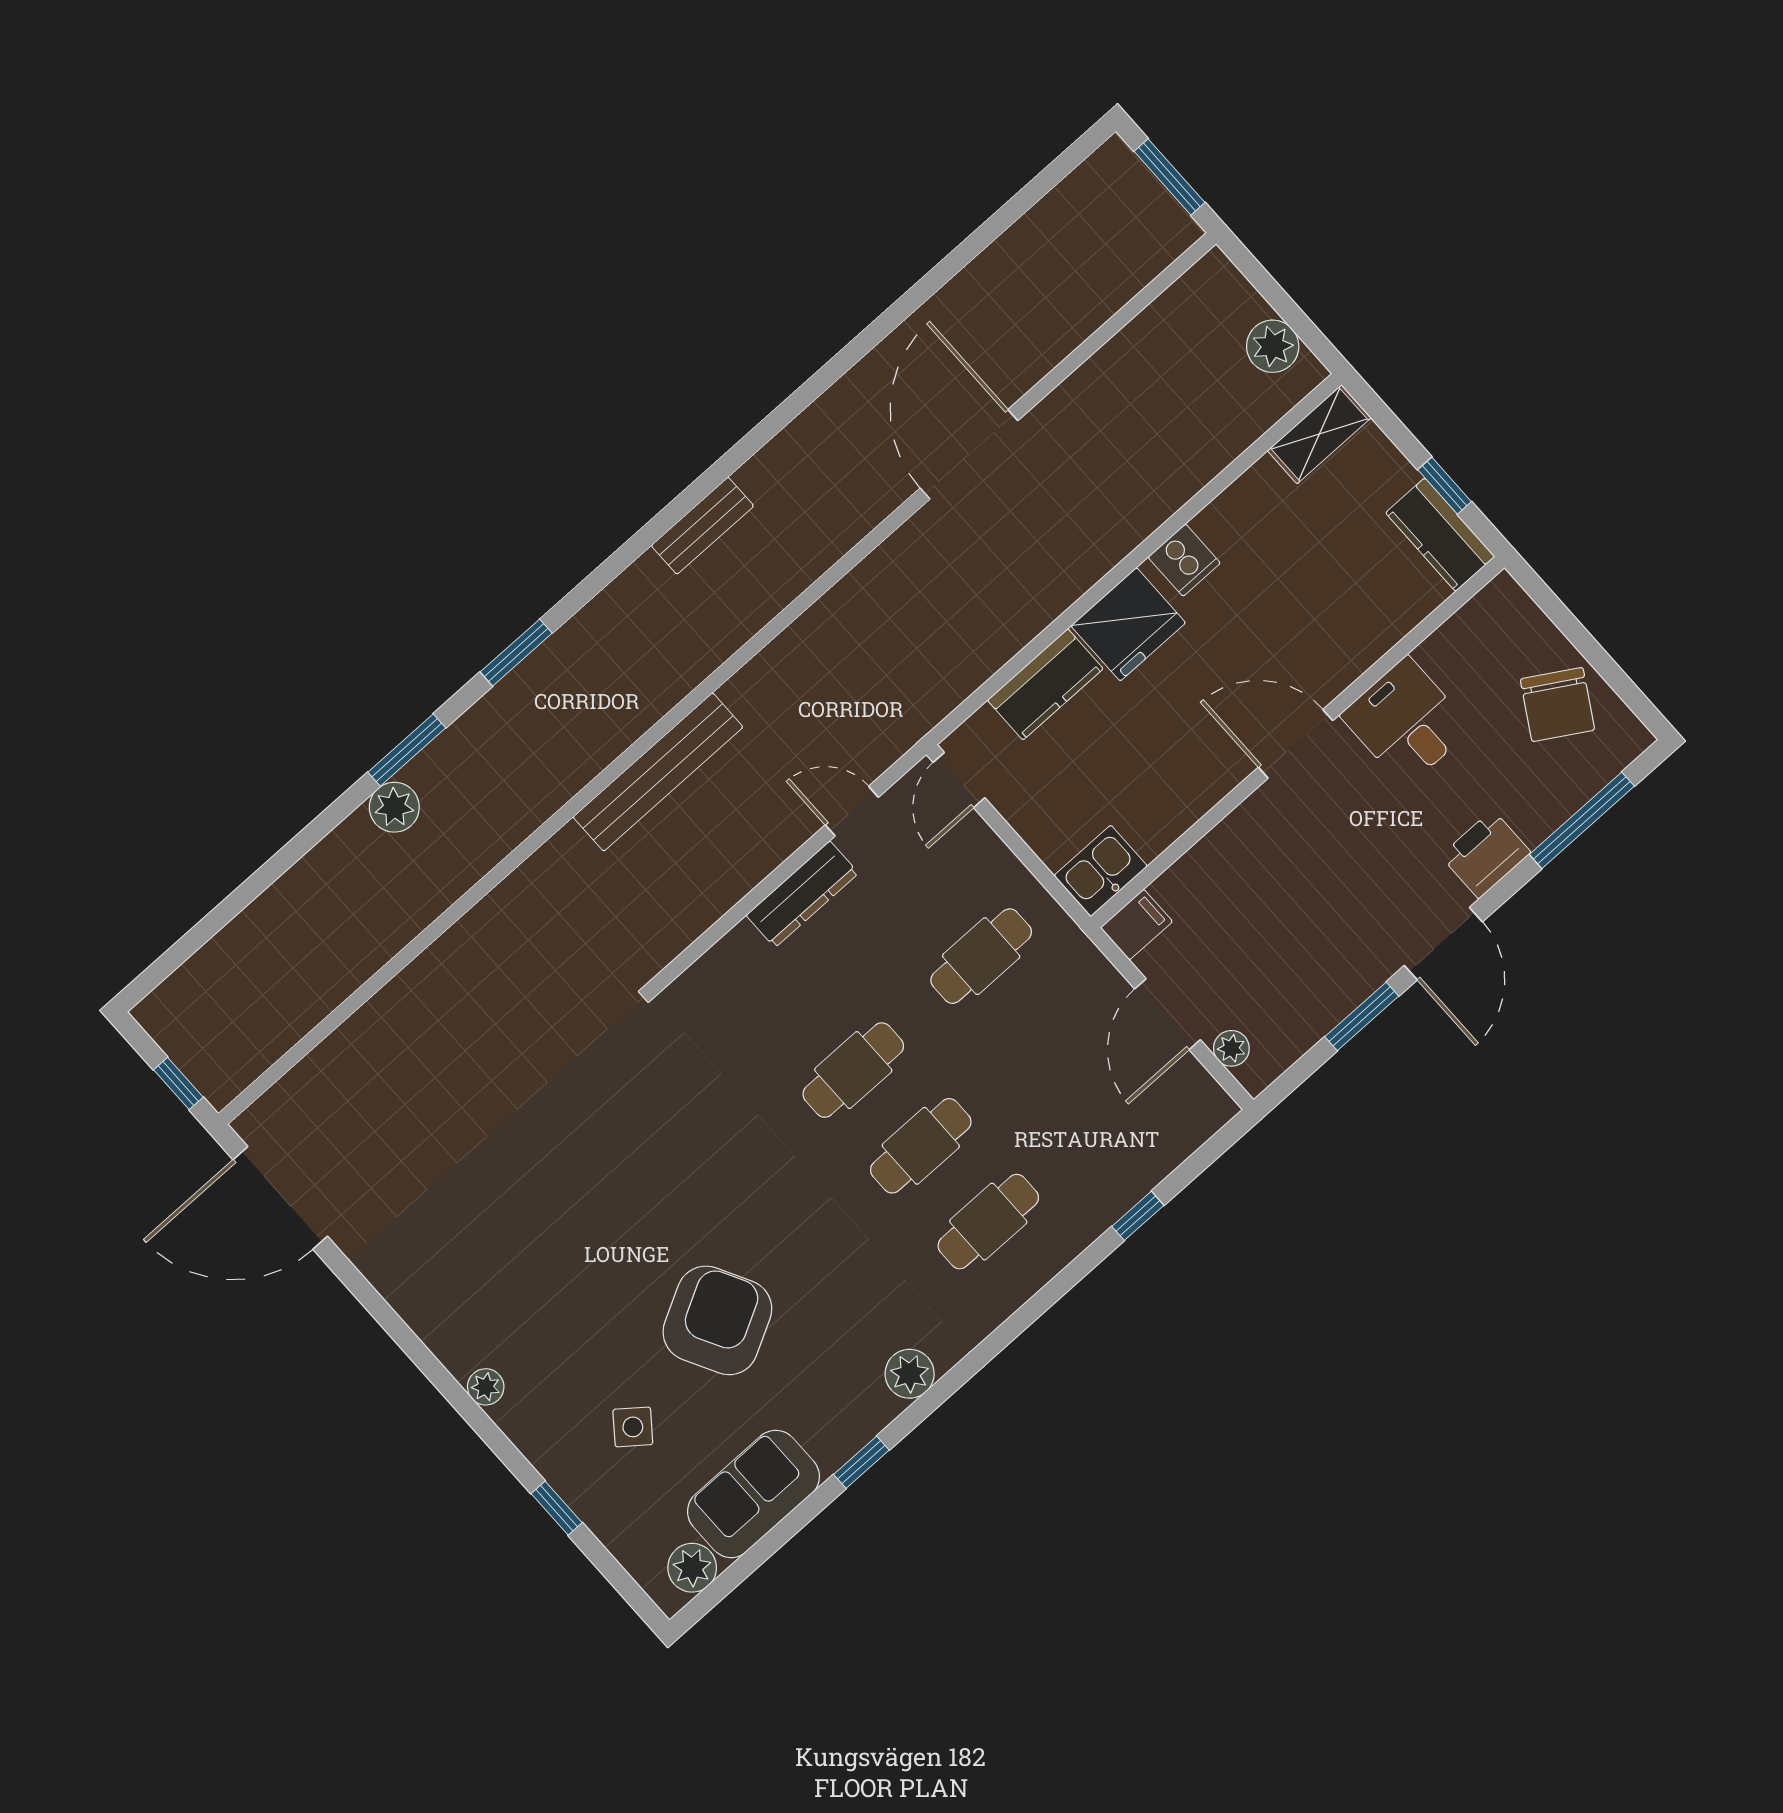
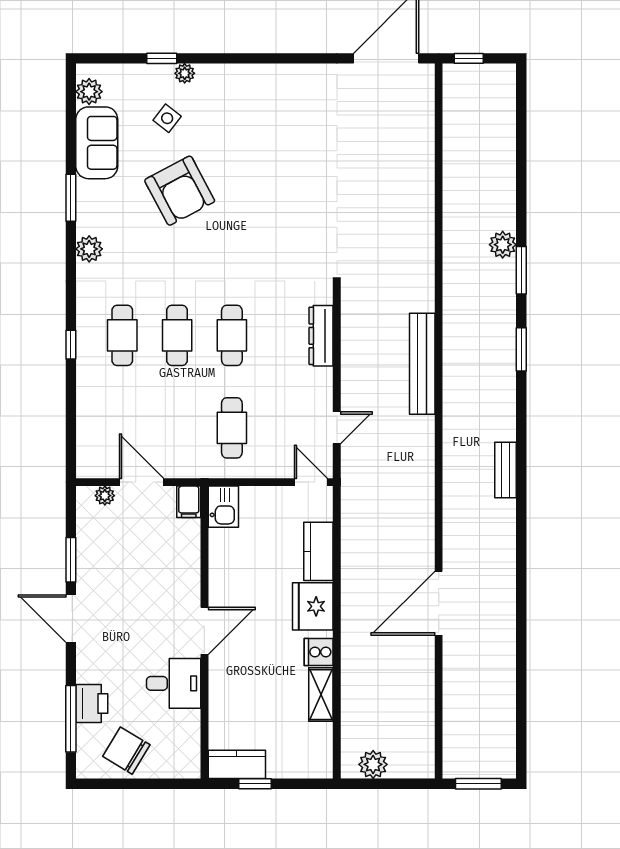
shelving: (1319, 434) -> (321, 695), moved
door: (969, 454) -> (439, 603), swing flipped
printer: (1486, 854) -> (92, 703), moved
dresser: (802, 894) -> (321, 336), moved
window: (1138, 1216) -> (71, 345), moved
plant: (486, 1387) -> (185, 73), moved
window: (861, 1462) -> (71, 198), width x1.50

